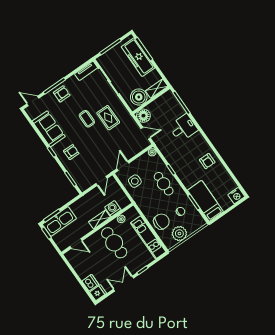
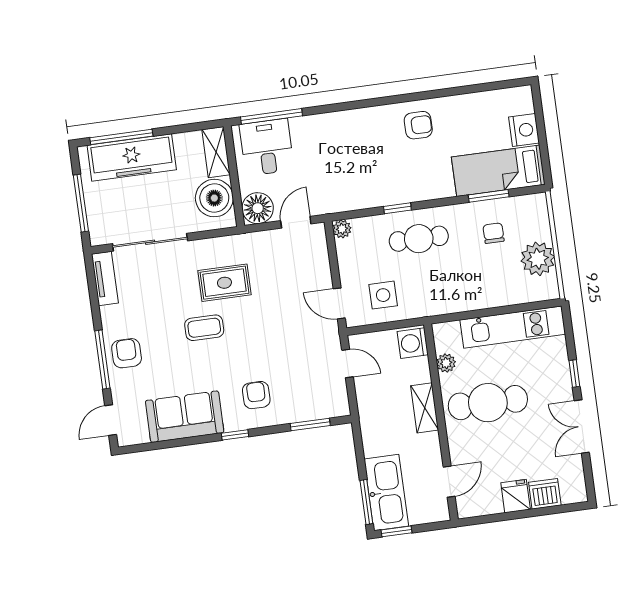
desk: (183, 128) -> (267, 147), moved
nightstand: (236, 196) -> (524, 130), moved
washing machine: (113, 209) -> (413, 343), moved
chair: (161, 222) -> (494, 283), removed
fridge: (98, 293) -> (516, 496), moved

